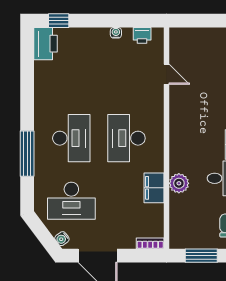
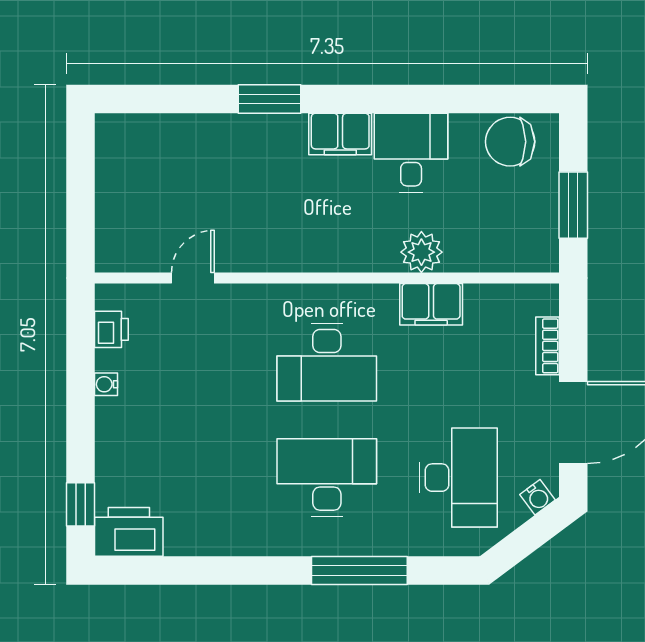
bookcase: (150, 243) -> (547, 346), moved

